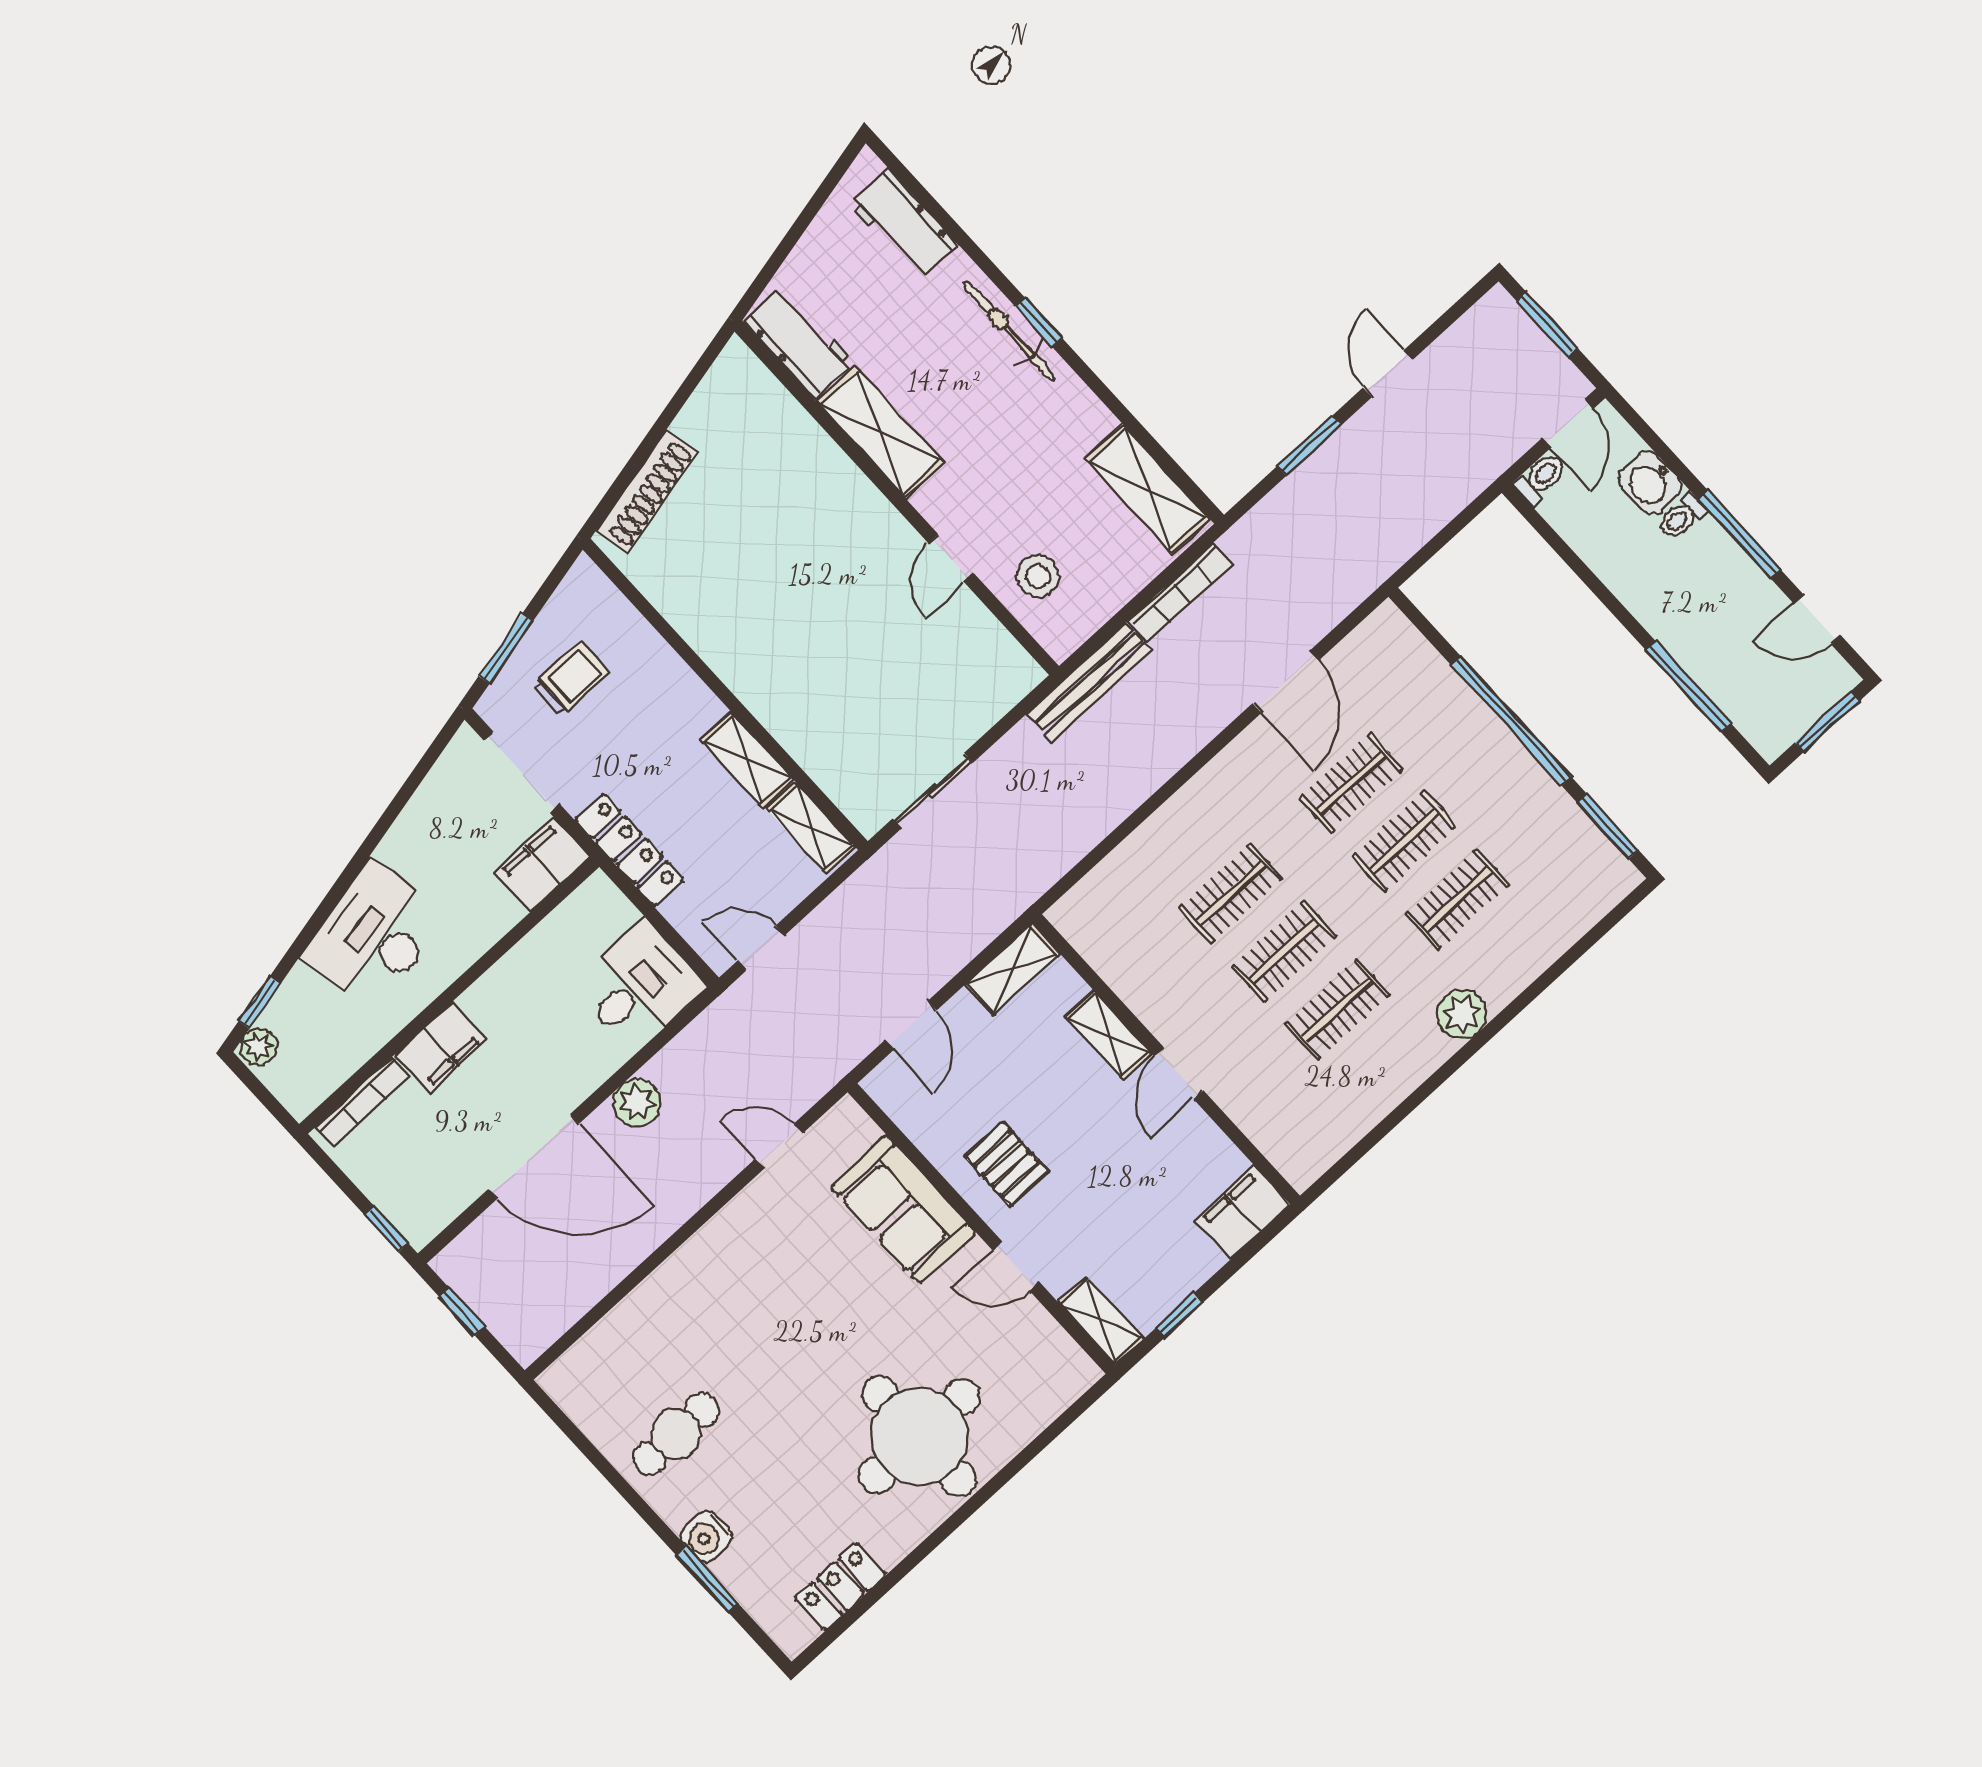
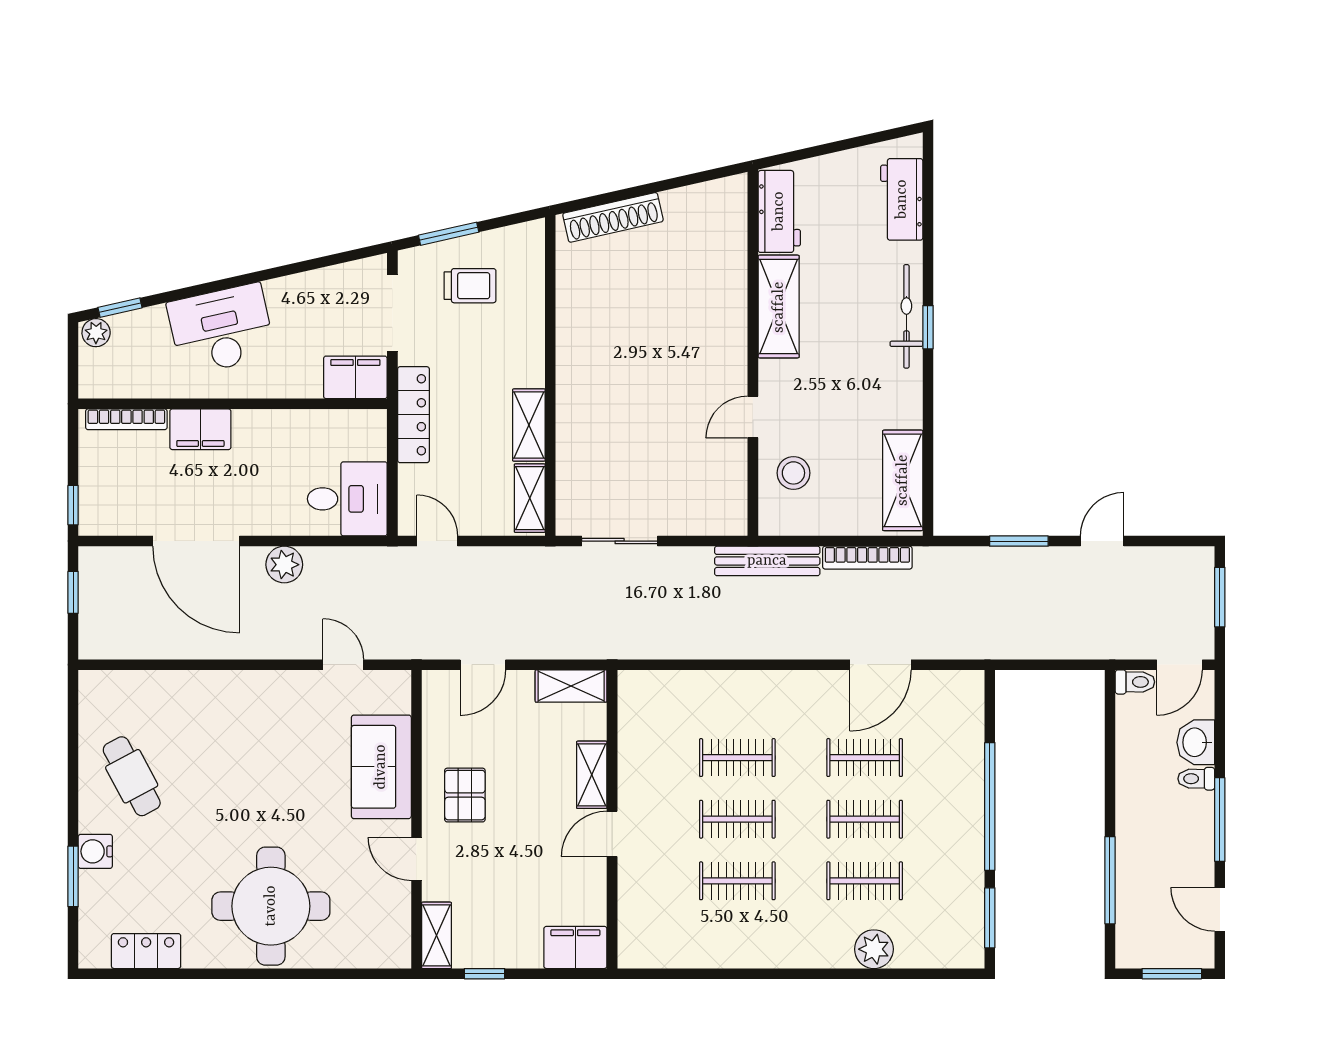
plant: (1462, 1014) -> (874, 949), moved
cafe table: (676, 1434) -> (132, 776), turned 62

